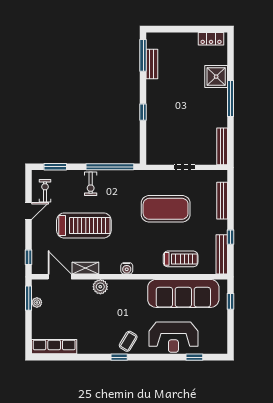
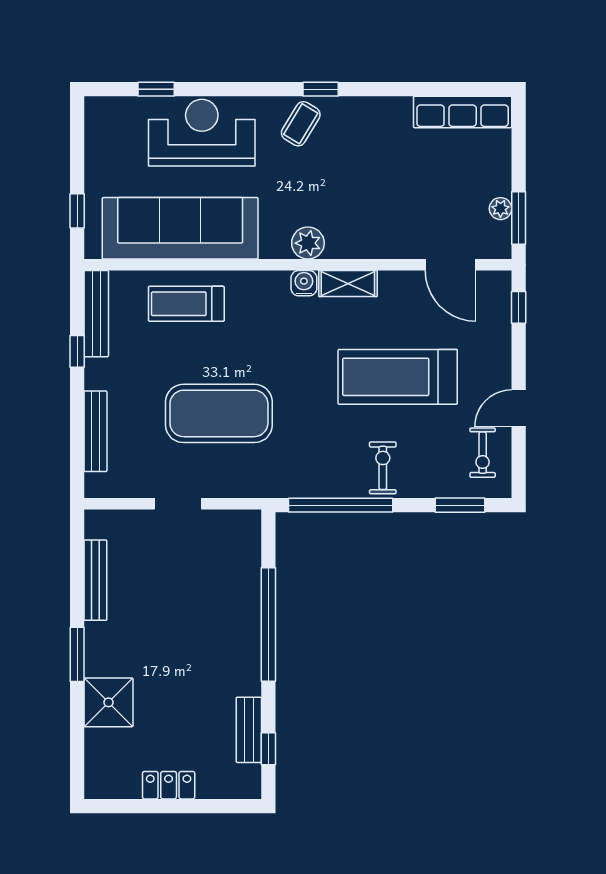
locker: (211, 39) -> (169, 785), moved
window: (143, 55) -> (268, 749), width x0.46
window: (230, 99) -> (77, 654), width x0.69
window: (143, 112) -> (268, 624), width x3.17
bench: (222, 146) -> (95, 580), moved
shelving: (85, 268) -> (348, 283), moved
plant: (100, 287) -> (308, 243), moved

